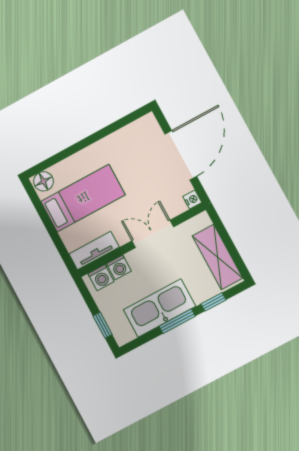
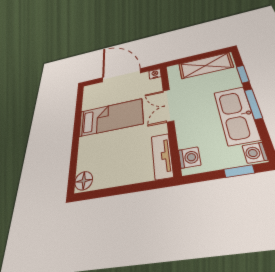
bed: (83, 198) -> (111, 117), moved, turned 90
washing machine: (119, 267) -> (255, 153), moved, turned 180

